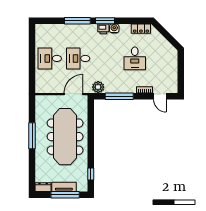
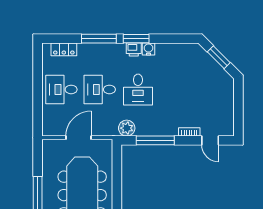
locker: (141, 29) -> (64, 49), moved
window: (166, 35) -> (219, 57), added
desk: (135, 58) -> (138, 89), moved
door: (74, 94) -> (79, 138), moved

